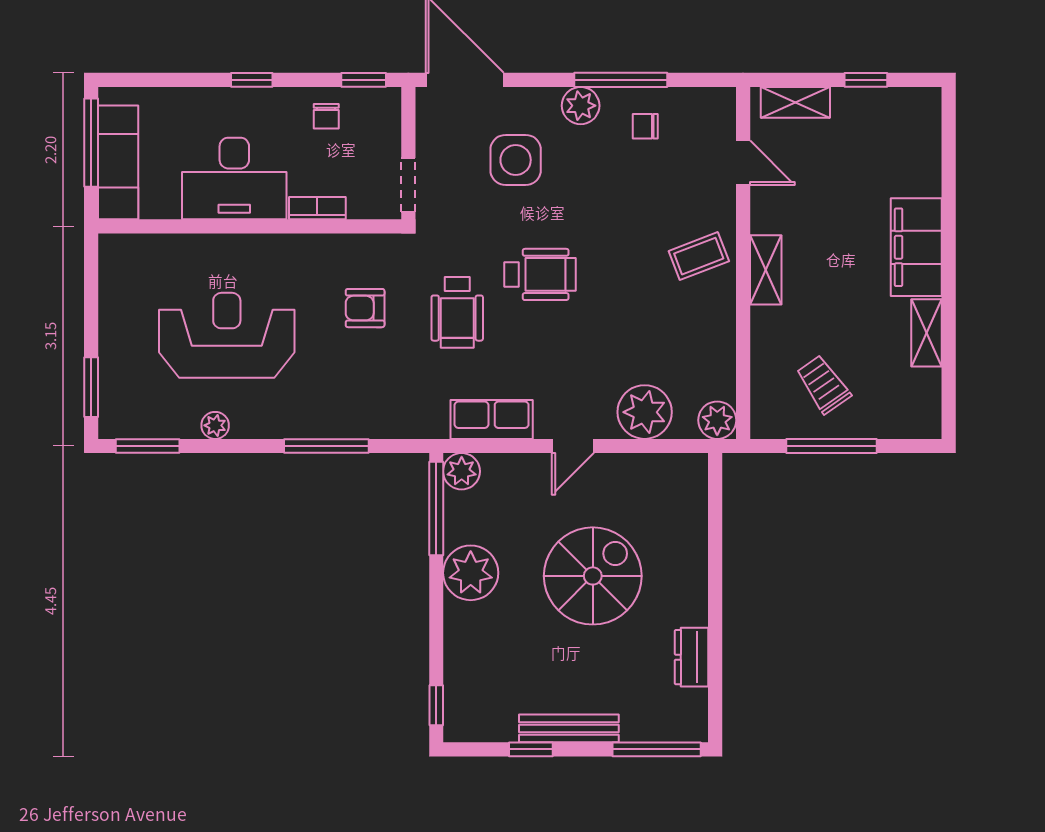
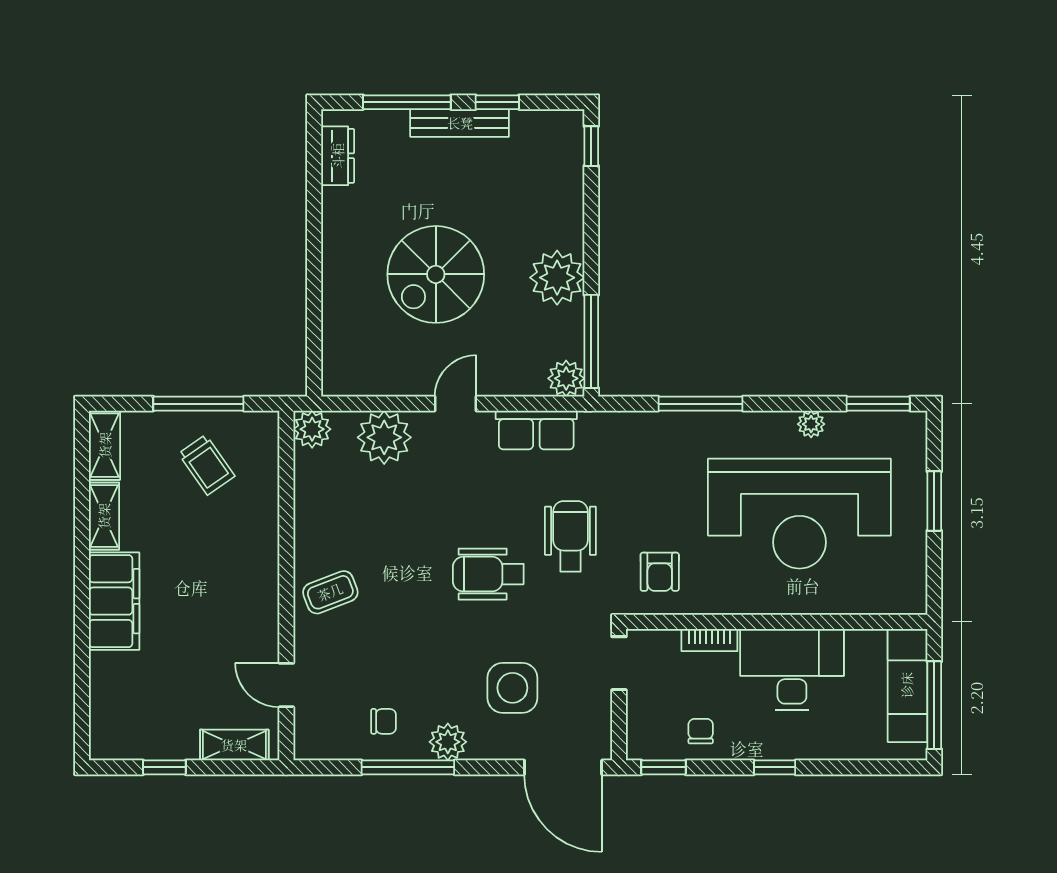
shelving: (766, 270) -> (105, 445), moved
armchair: (365, 308) -> (660, 572), moved, turned 90
reception desk: (227, 335) -> (799, 514), width x1.36, depth x1.30
window: (91, 387) -> (934, 501), moved
dresser: (692, 657) -> (338, 156), moved
window: (657, 749) -> (407, 102), moved

